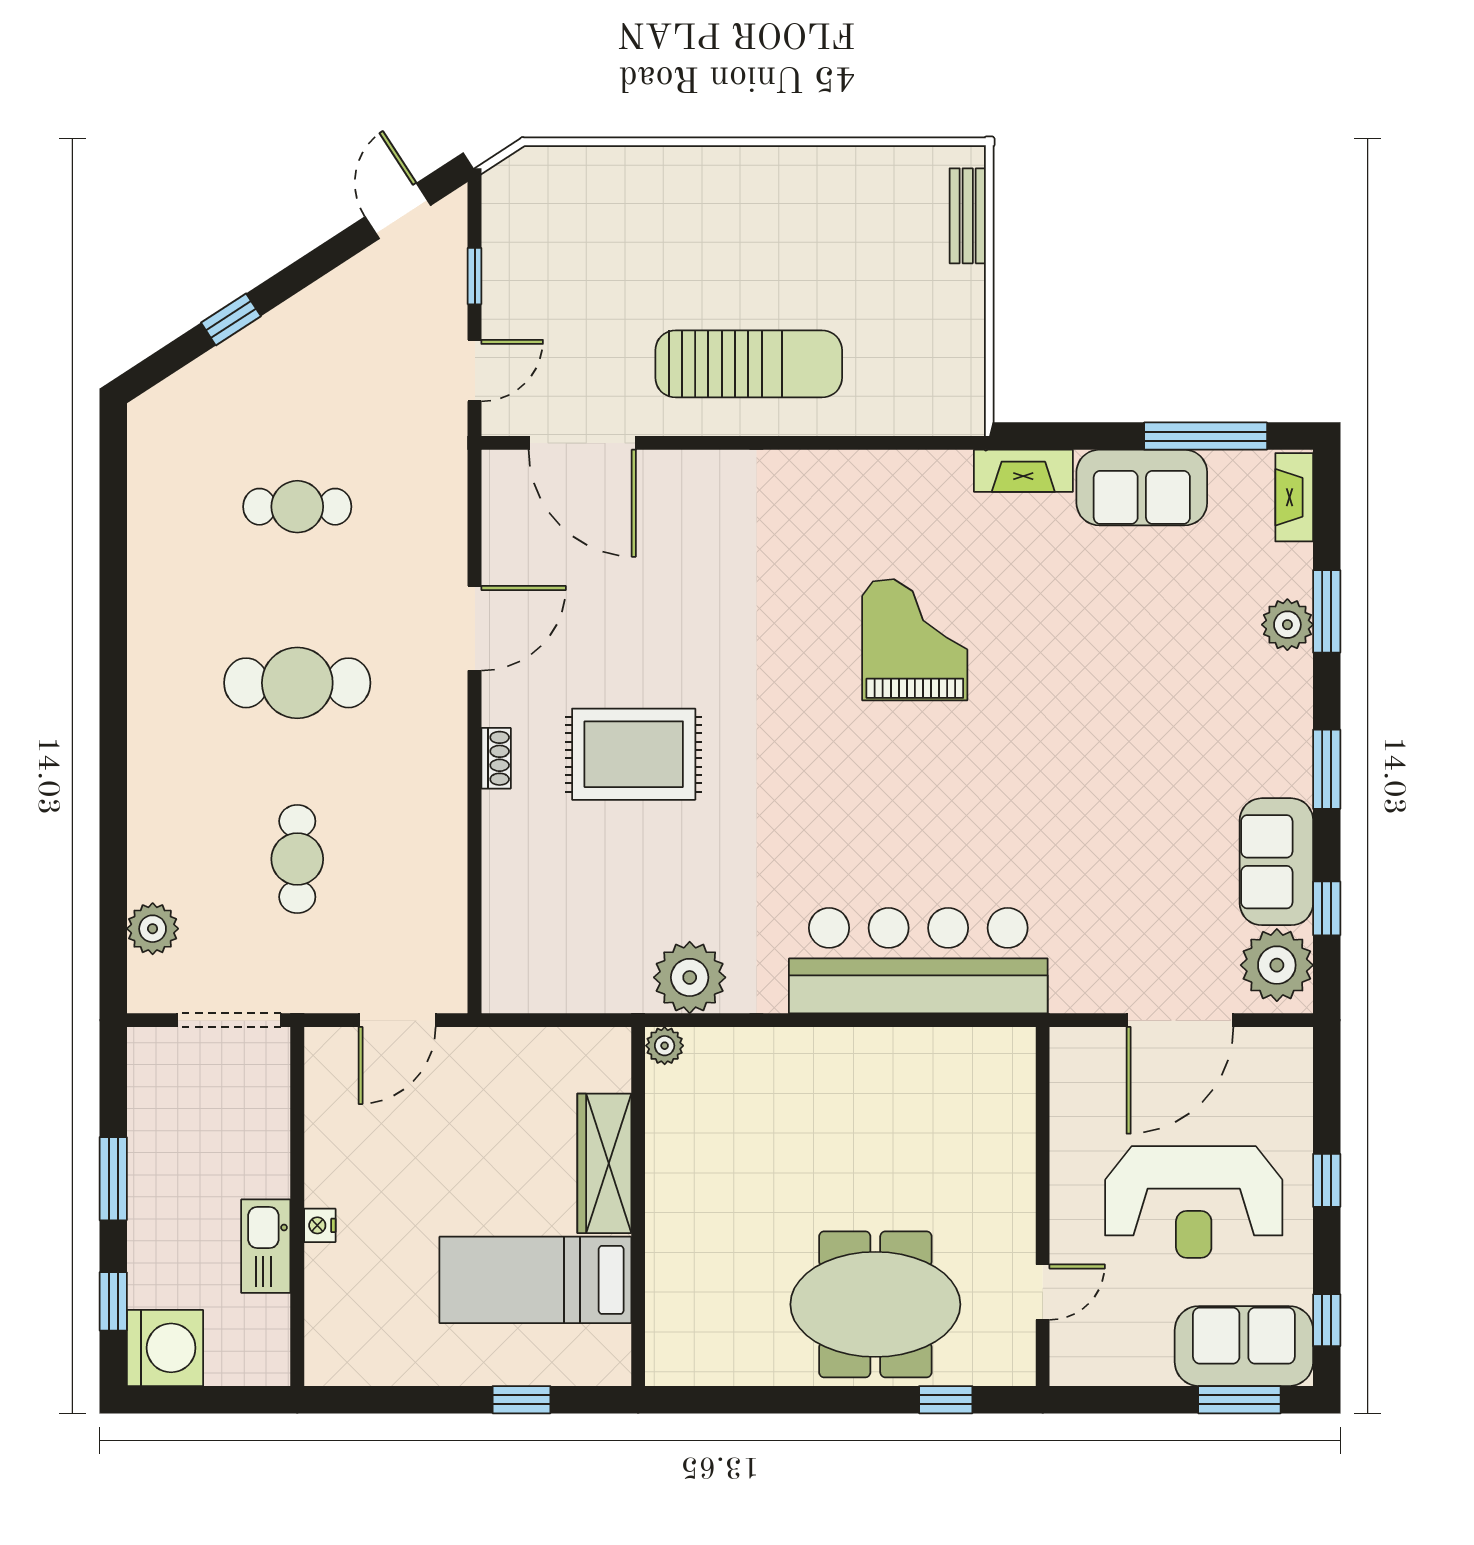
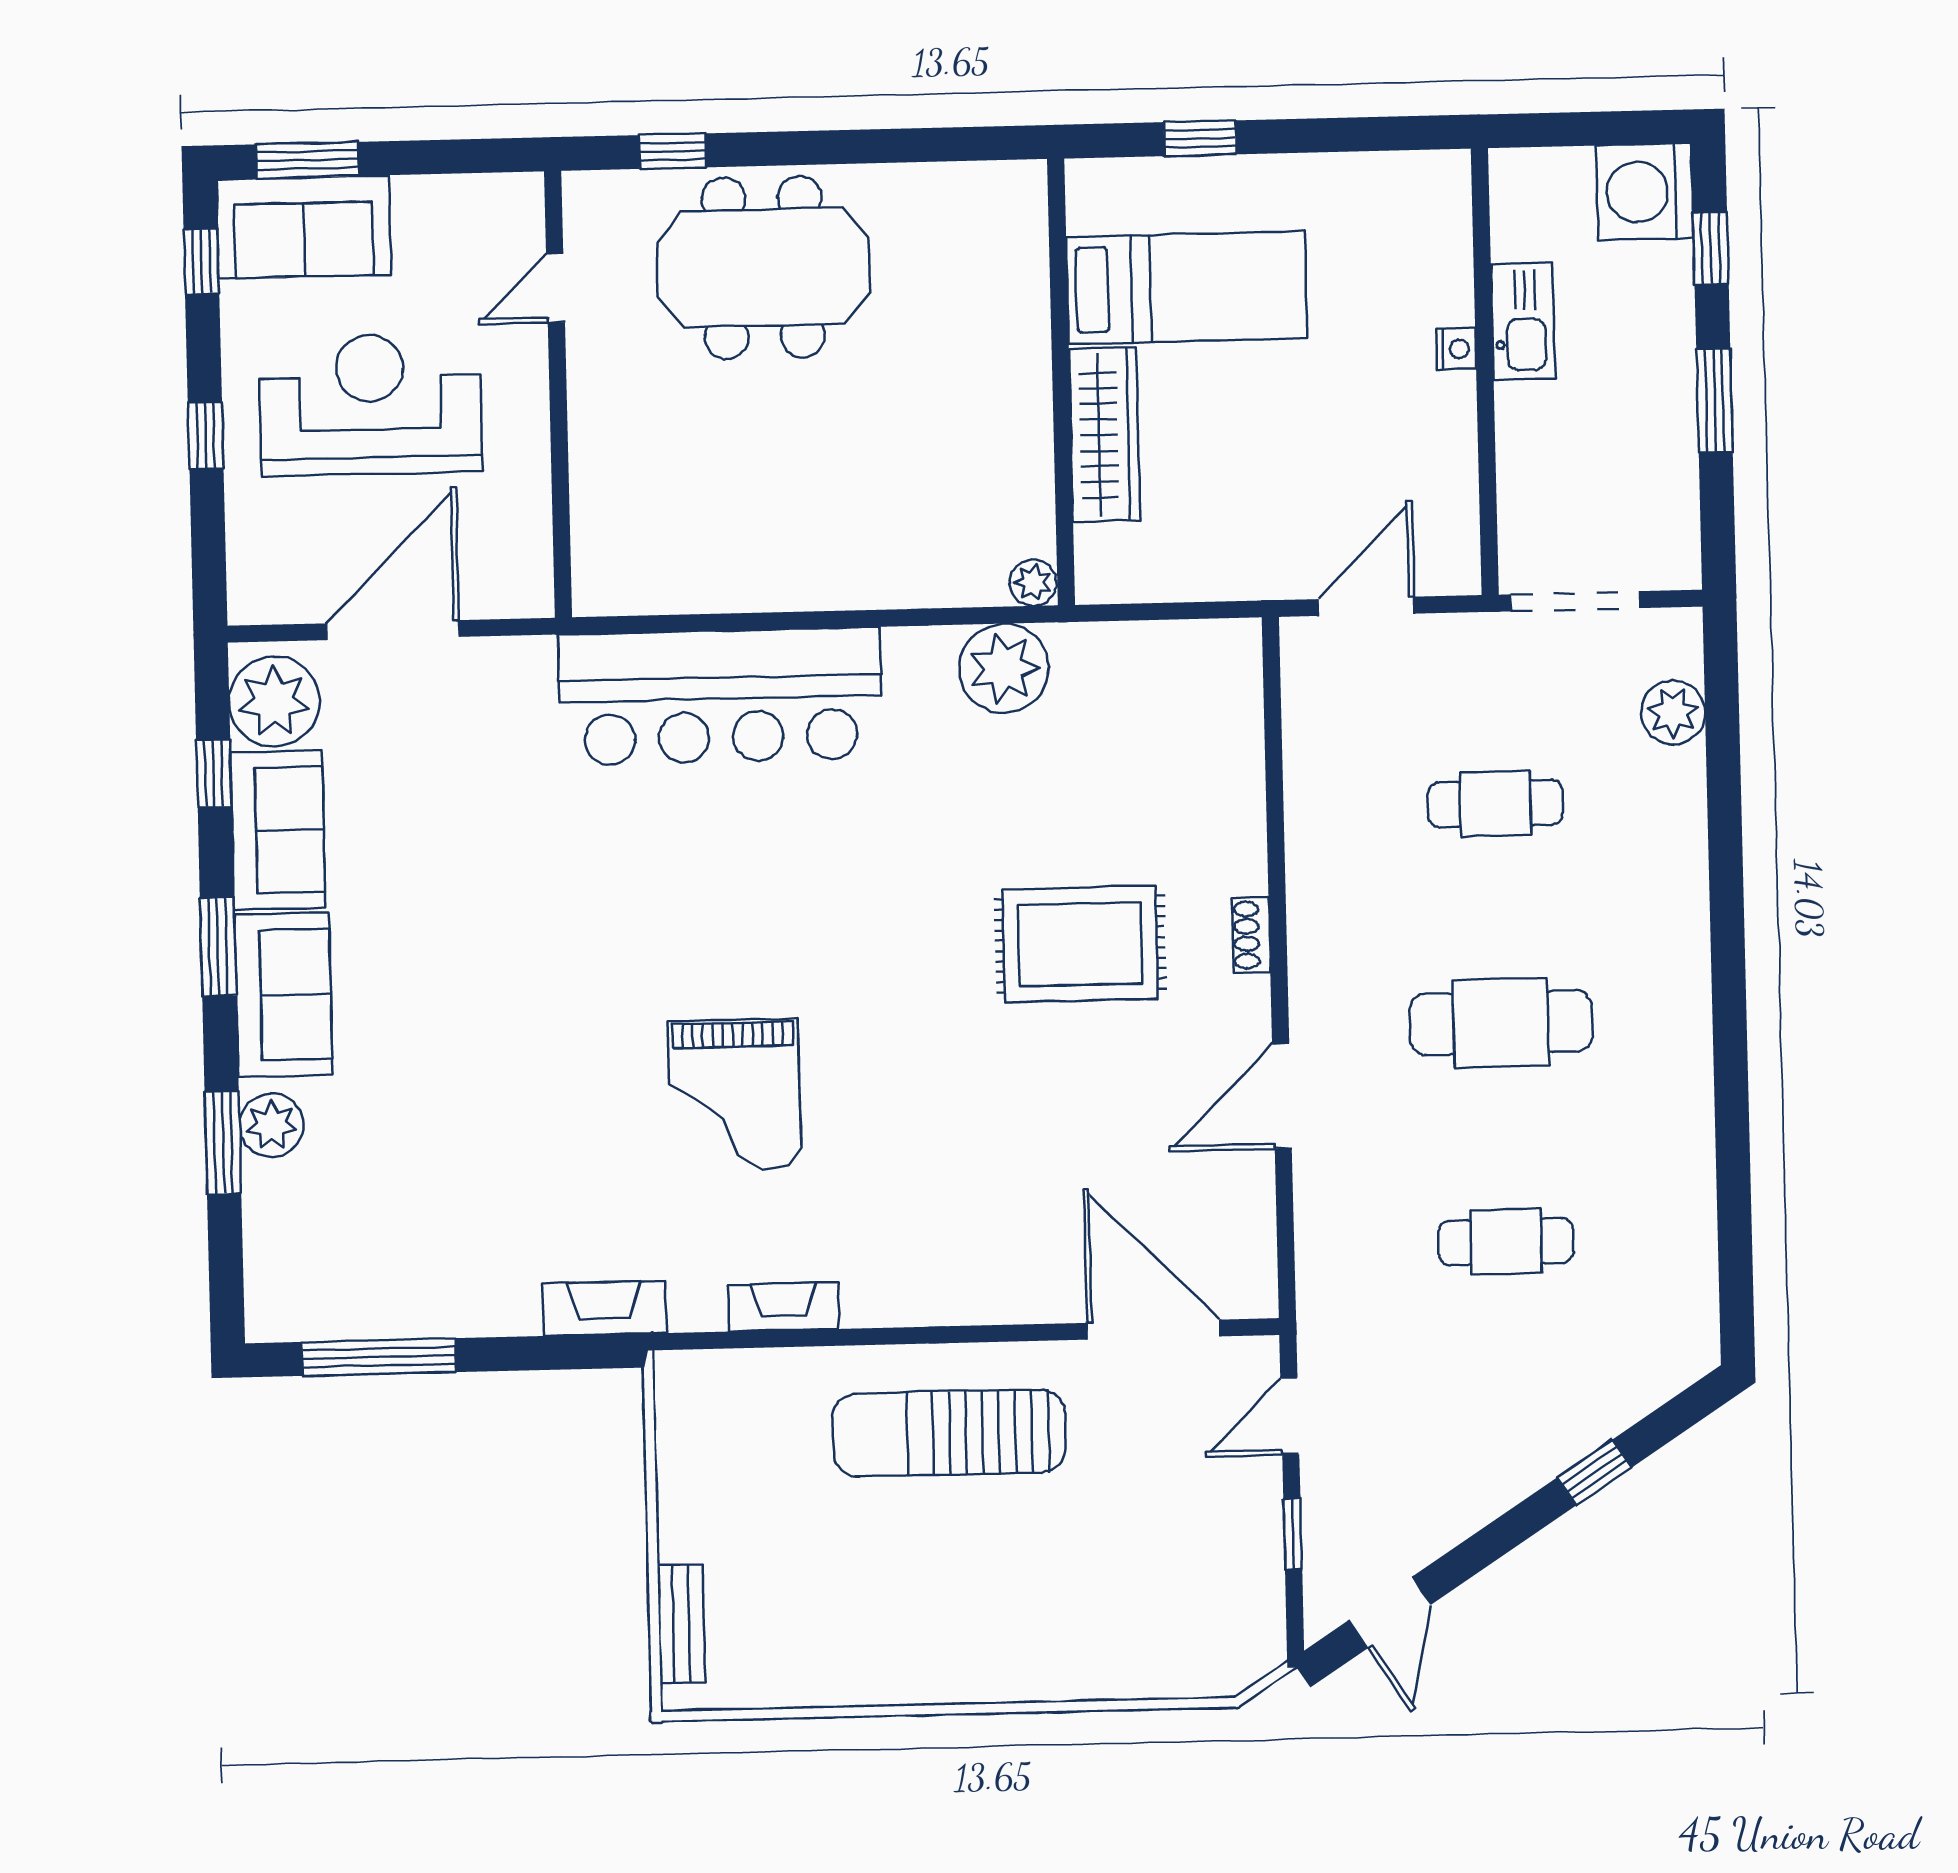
sofa: (1142, 488) -> (283, 995), moved, turned 90
fireplace: (1294, 497) -> (784, 1307), moved, turned -90
cafe table: (297, 859) -> (1495, 804), turned 90

